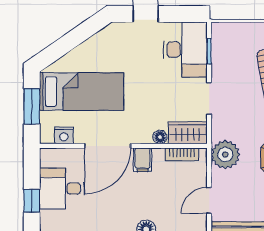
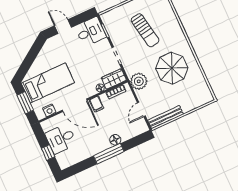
desk: (185, 49) -> (91, 32), width x0.73
door: (108, 146) -> (75, 105), hinge flipped

